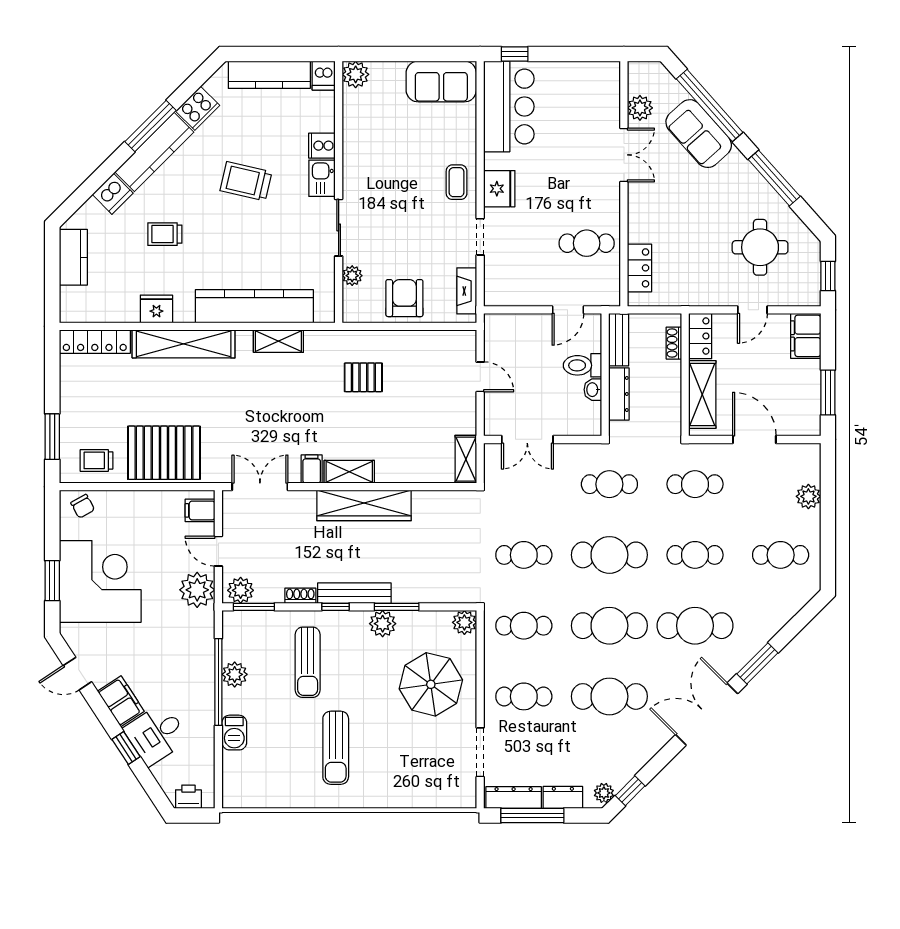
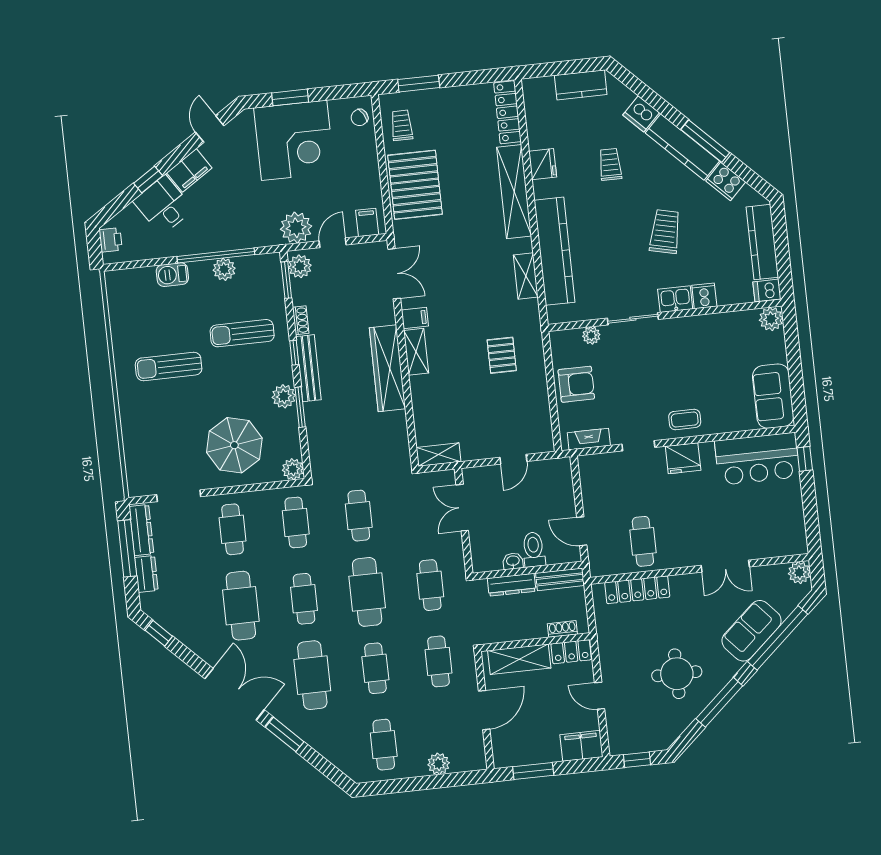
plant: (640, 108) -> (799, 573), moved
round table: (760, 247) -> (677, 674), moved
locker: (639, 268) -> (637, 590), width x1.53
cafe table: (609, 626) -> (304, 599), width x0.73, depth x0.74
plant: (604, 793) -> (154, 610), removed

